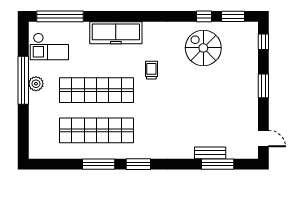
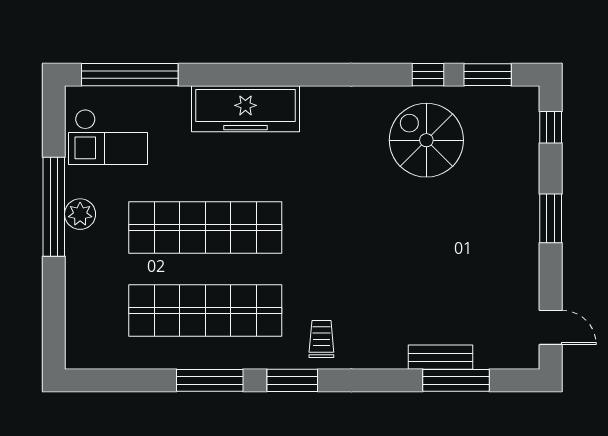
trolley: (151, 70) -> (321, 339), moved

